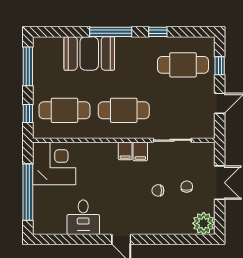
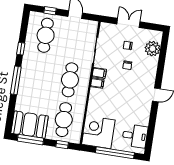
booth: (89, 53) -> (30, 125), moved, turned 90
desk: (83, 217) -> (135, 136), moved
plant: (204, 223) -> (153, 49), moved

